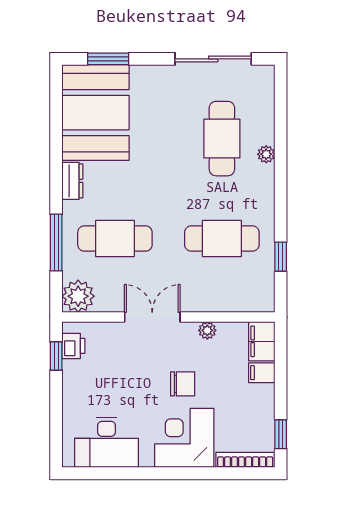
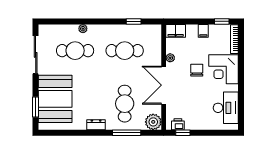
booth: (96, 113) -> (55, 99), moved, turned 90
cafe table: (222, 239) -> (125, 51), turned 90
double door: (152, 317) -> (164, 85), width x1.37
filing cabinet: (262, 373) -> (203, 31), moved

